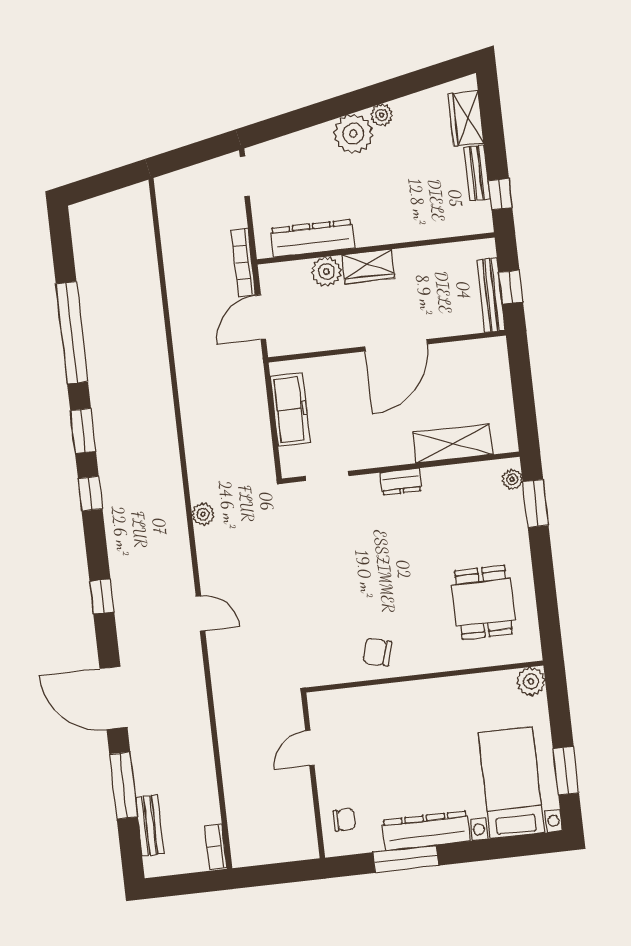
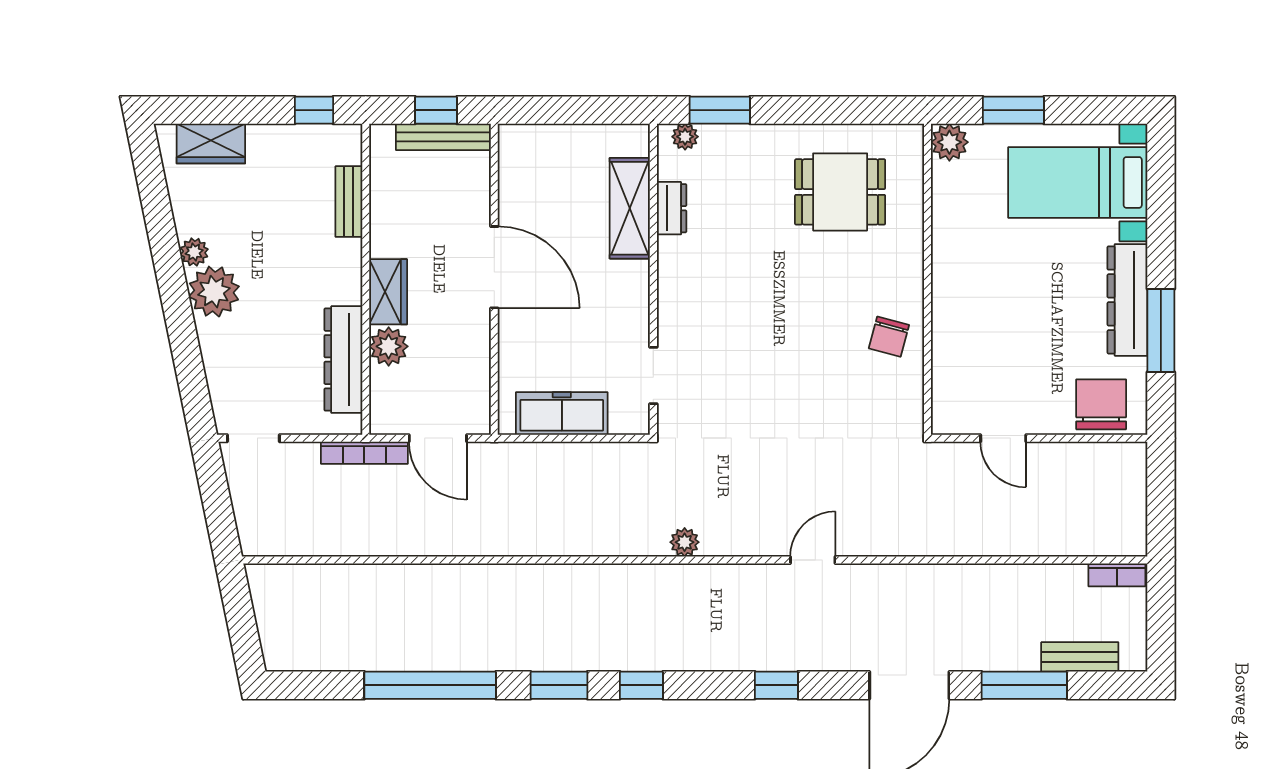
bench: (477, 173) -> (349, 202), moved, turned 90
dresser: (401, 482) -> (672, 208), moved
window: (566, 771) -> (1013, 110), moved
chair: (344, 820) -> (1101, 404), width x1.87, depth x1.87

